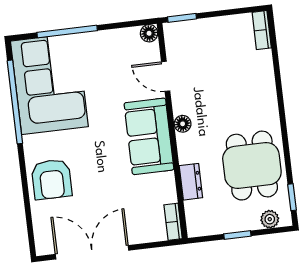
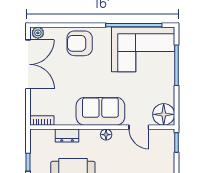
floor lamp: (149, 33) -> (164, 114), width x1.89, depth x1.89
door: (166, 76) -> (139, 127), swing flipped
plant: (43, 243) -> (38, 33), added

